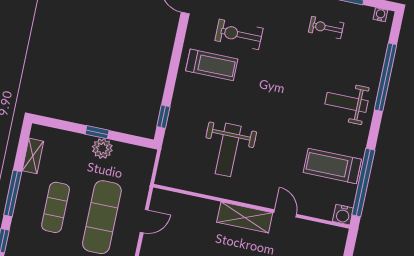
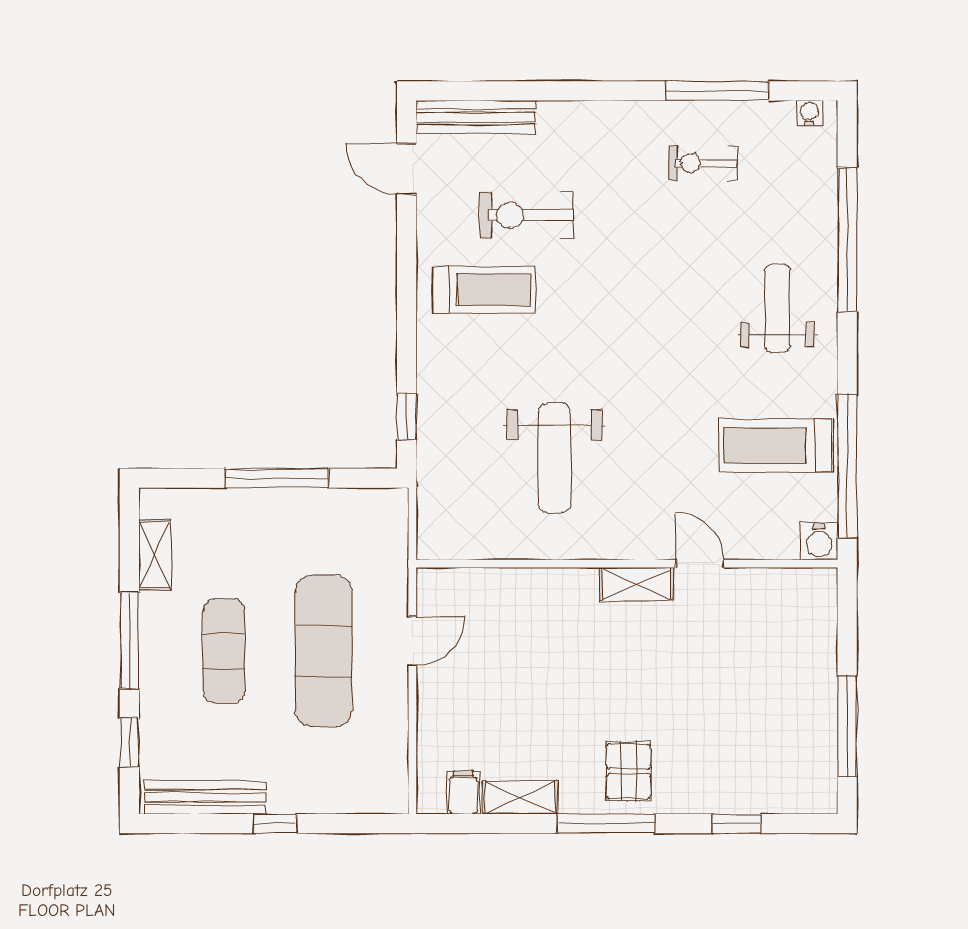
weight bench: (346, 102) -> (778, 308), turned 90
window: (97, 132) -> (277, 478), width x2.17
plant: (102, 148) -> (295, 509), removed
shelving: (245, 217) -> (636, 584), width x0.67, depth x0.75

